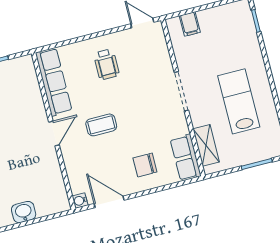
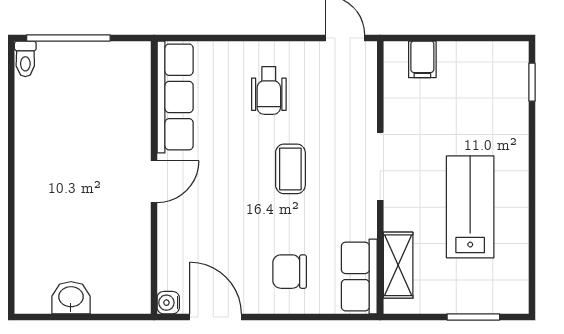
coffee table: (101, 125) -> (290, 169), moved, turned 90

